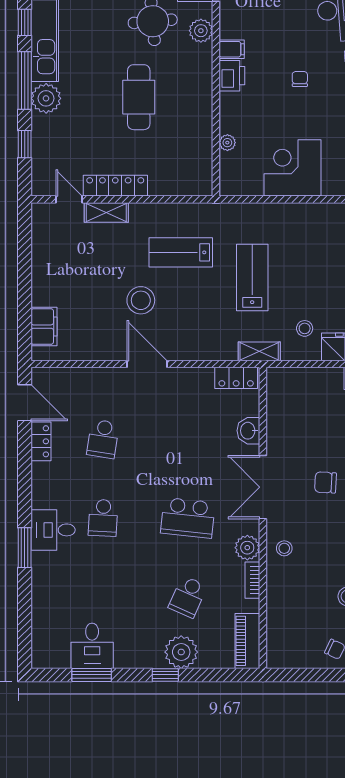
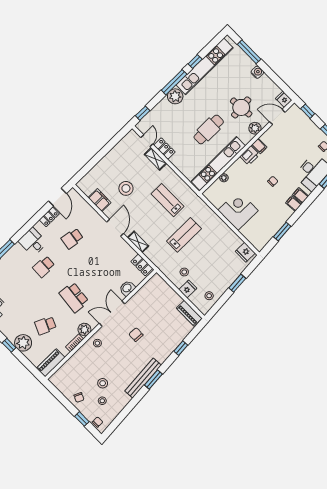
kitchen unit: (200, 131) -> (218, 164), added
window: (25, 144) -> (143, 113), moved
locker: (115, 186) -> (164, 149), width x0.66
stool: (141, 300) -> (126, 188), moved
filing cabinet: (44, 327) -> (99, 200), moved, turned -90
shelving: (259, 351) -> (138, 242), moved
desk: (53, 530) -> (33, 242), moved

